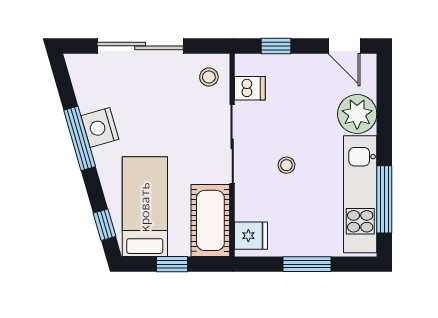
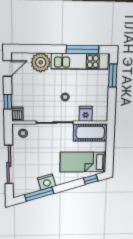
dishwasher: (250, 88) -> (17, 114), moved
window: (80, 138) -> (39, 194), moved
fridge: (251, 236) -> (86, 114), moved
window: (172, 264) -> (110, 150), removed
window: (307, 264) -> (113, 76), moved

